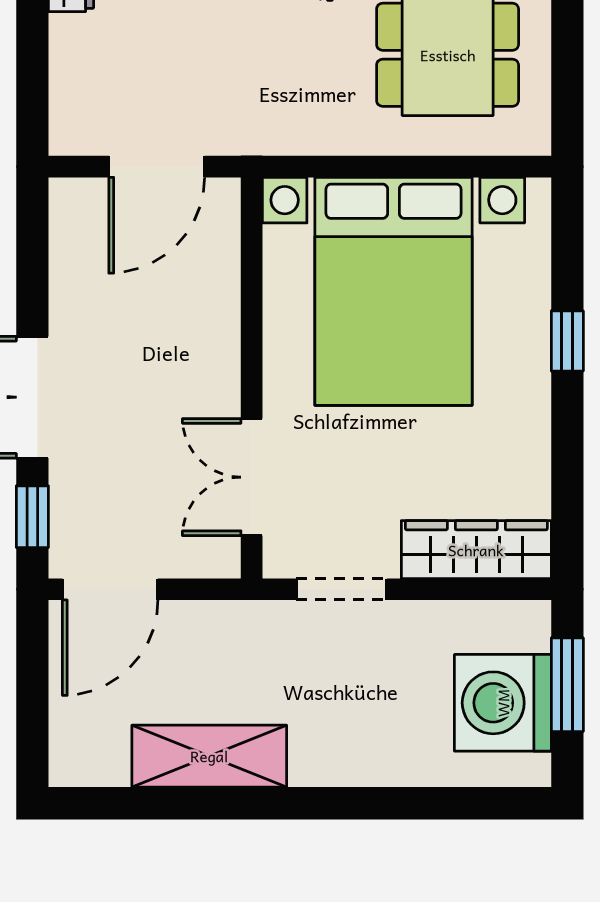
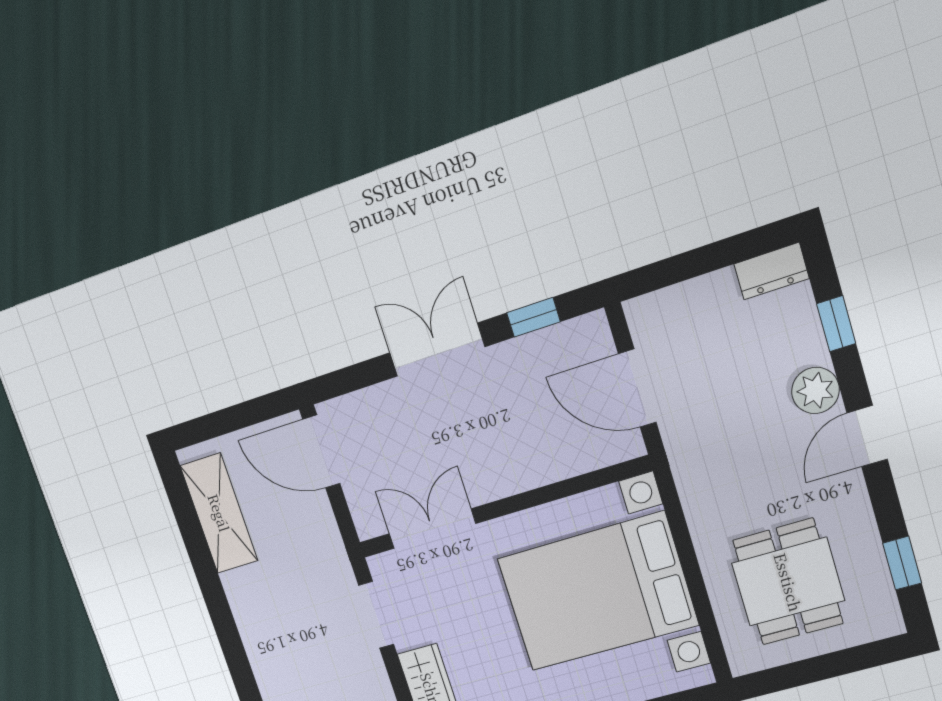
window: (32, 517) -> (534, 317), moved
shelving: (209, 756) -> (219, 513), moved

